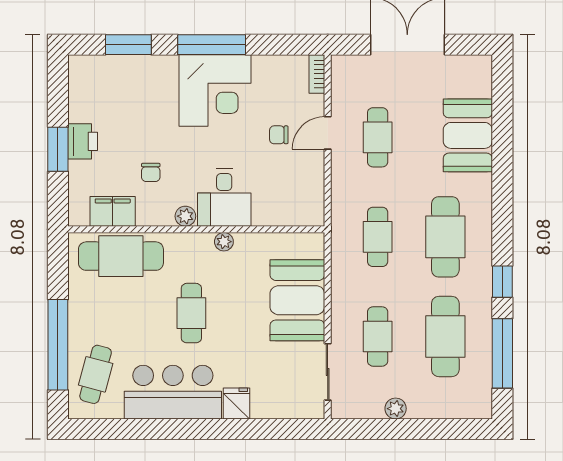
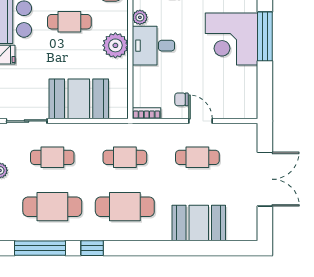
bookcase: (317, 74) -> (147, 113), moved
chair: (279, 135) -> (181, 99), moved, turned -90
plant: (224, 242) -> (115, 45), width x1.88, depth x1.88

